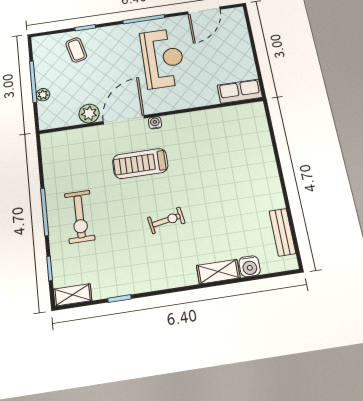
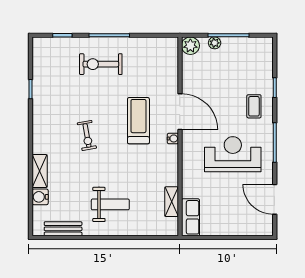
coffee table: (76, 50) -> (254, 106), moved, turned -76
reception desk: (163, 58) -> (233, 154), turned 180
plant: (89, 114) -> (190, 46), moved
weight bench: (242, 181) -> (110, 204), added
shelving: (72, 295) -> (172, 202), moved

